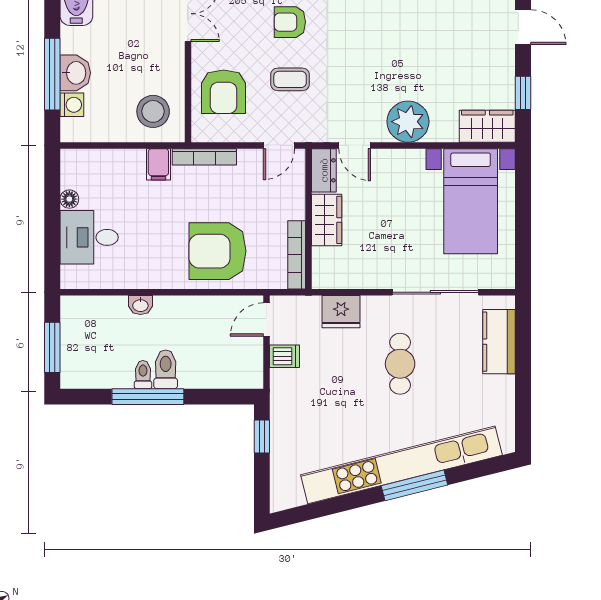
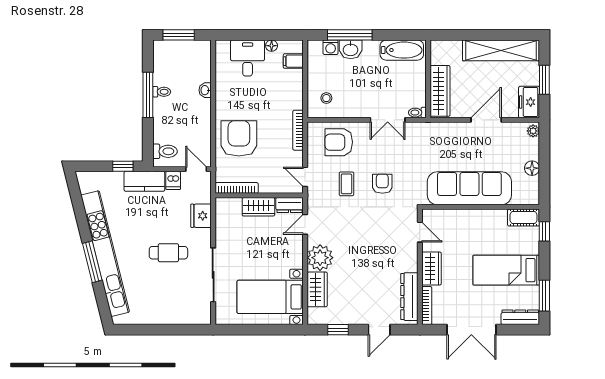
stool: (153, 111) -> (326, 98), width x0.53, depth x0.53
wardrobe: (487, 126) -> (317, 289), moved
filing cabinet: (158, 164) -> (293, 61), moved
kitchen counter: (499, 342) -> (144, 181), moved, turned 180
toilet: (166, 369) -> (165, 151), moved

